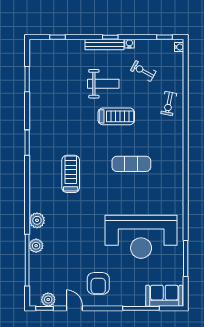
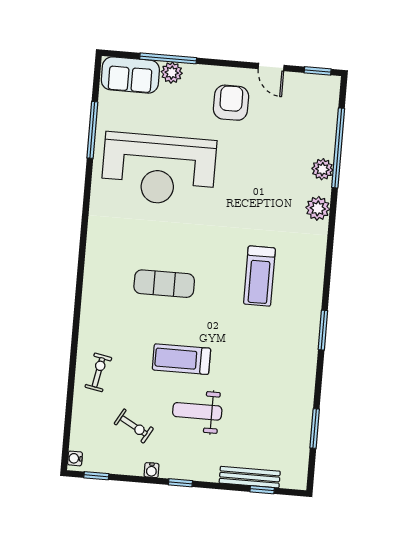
bench: (104, 44) -> (250, 477), moved
reception desk: (141, 237) -> (159, 169), turned 180
plant: (48, 299) -> (172, 73), moved

